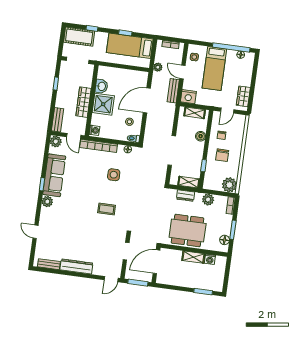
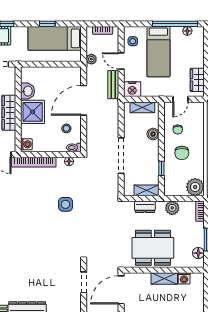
side table: (114, 175) -> (65, 204), moved
coffee table: (107, 209) -> (54, 236), removed

